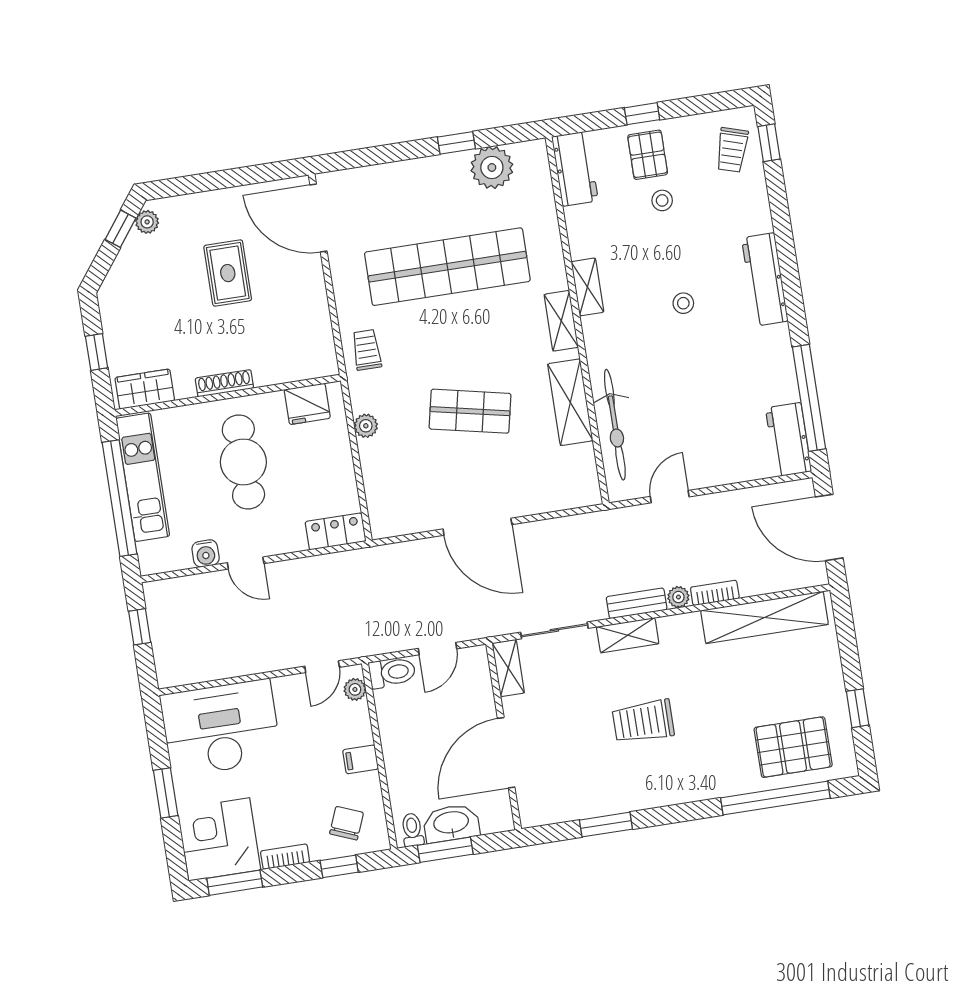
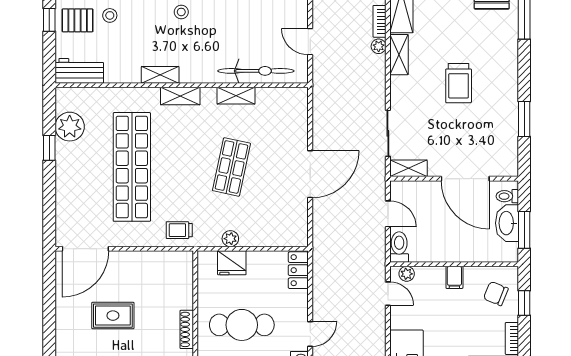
shelving: (570, 402) -> (236, 96), width x0.67, depth x0.75
fridge: (307, 404) -> (232, 263), moved, turned 90
bench: (637, 603) -> (378, 75), removed
shelving: (628, 635) -> (399, 55), moved
toilet: (412, 830) -> (507, 196), moved

